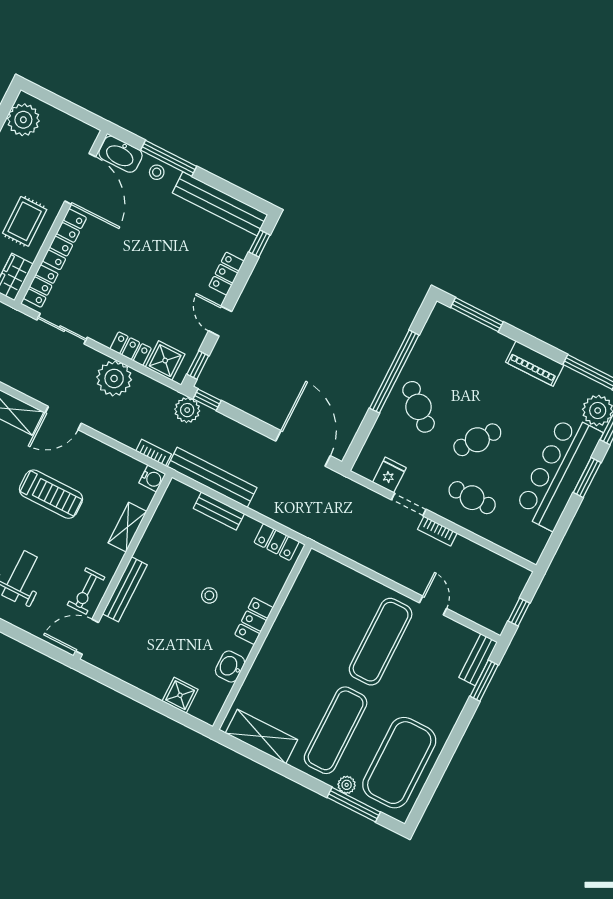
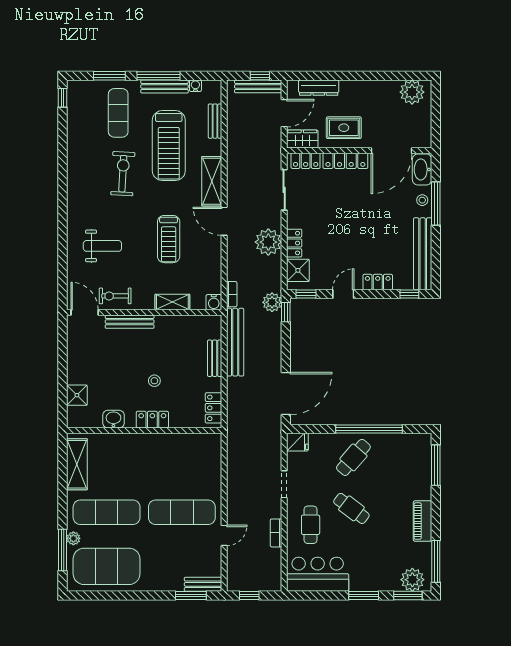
bar counter: (558, 472) -> (318, 574), moved, width x0.73
fridge: (389, 475) -> (297, 442), moved
bookcase: (437, 531) -> (276, 533), moved

